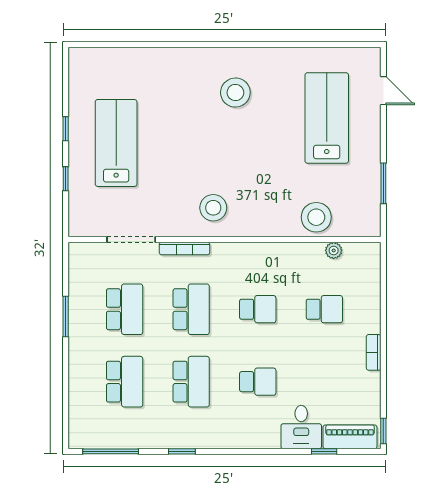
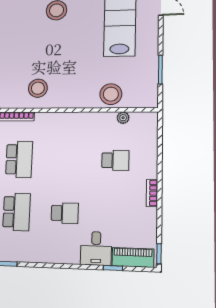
school desk: (258, 309) -> (67, 160), removed

